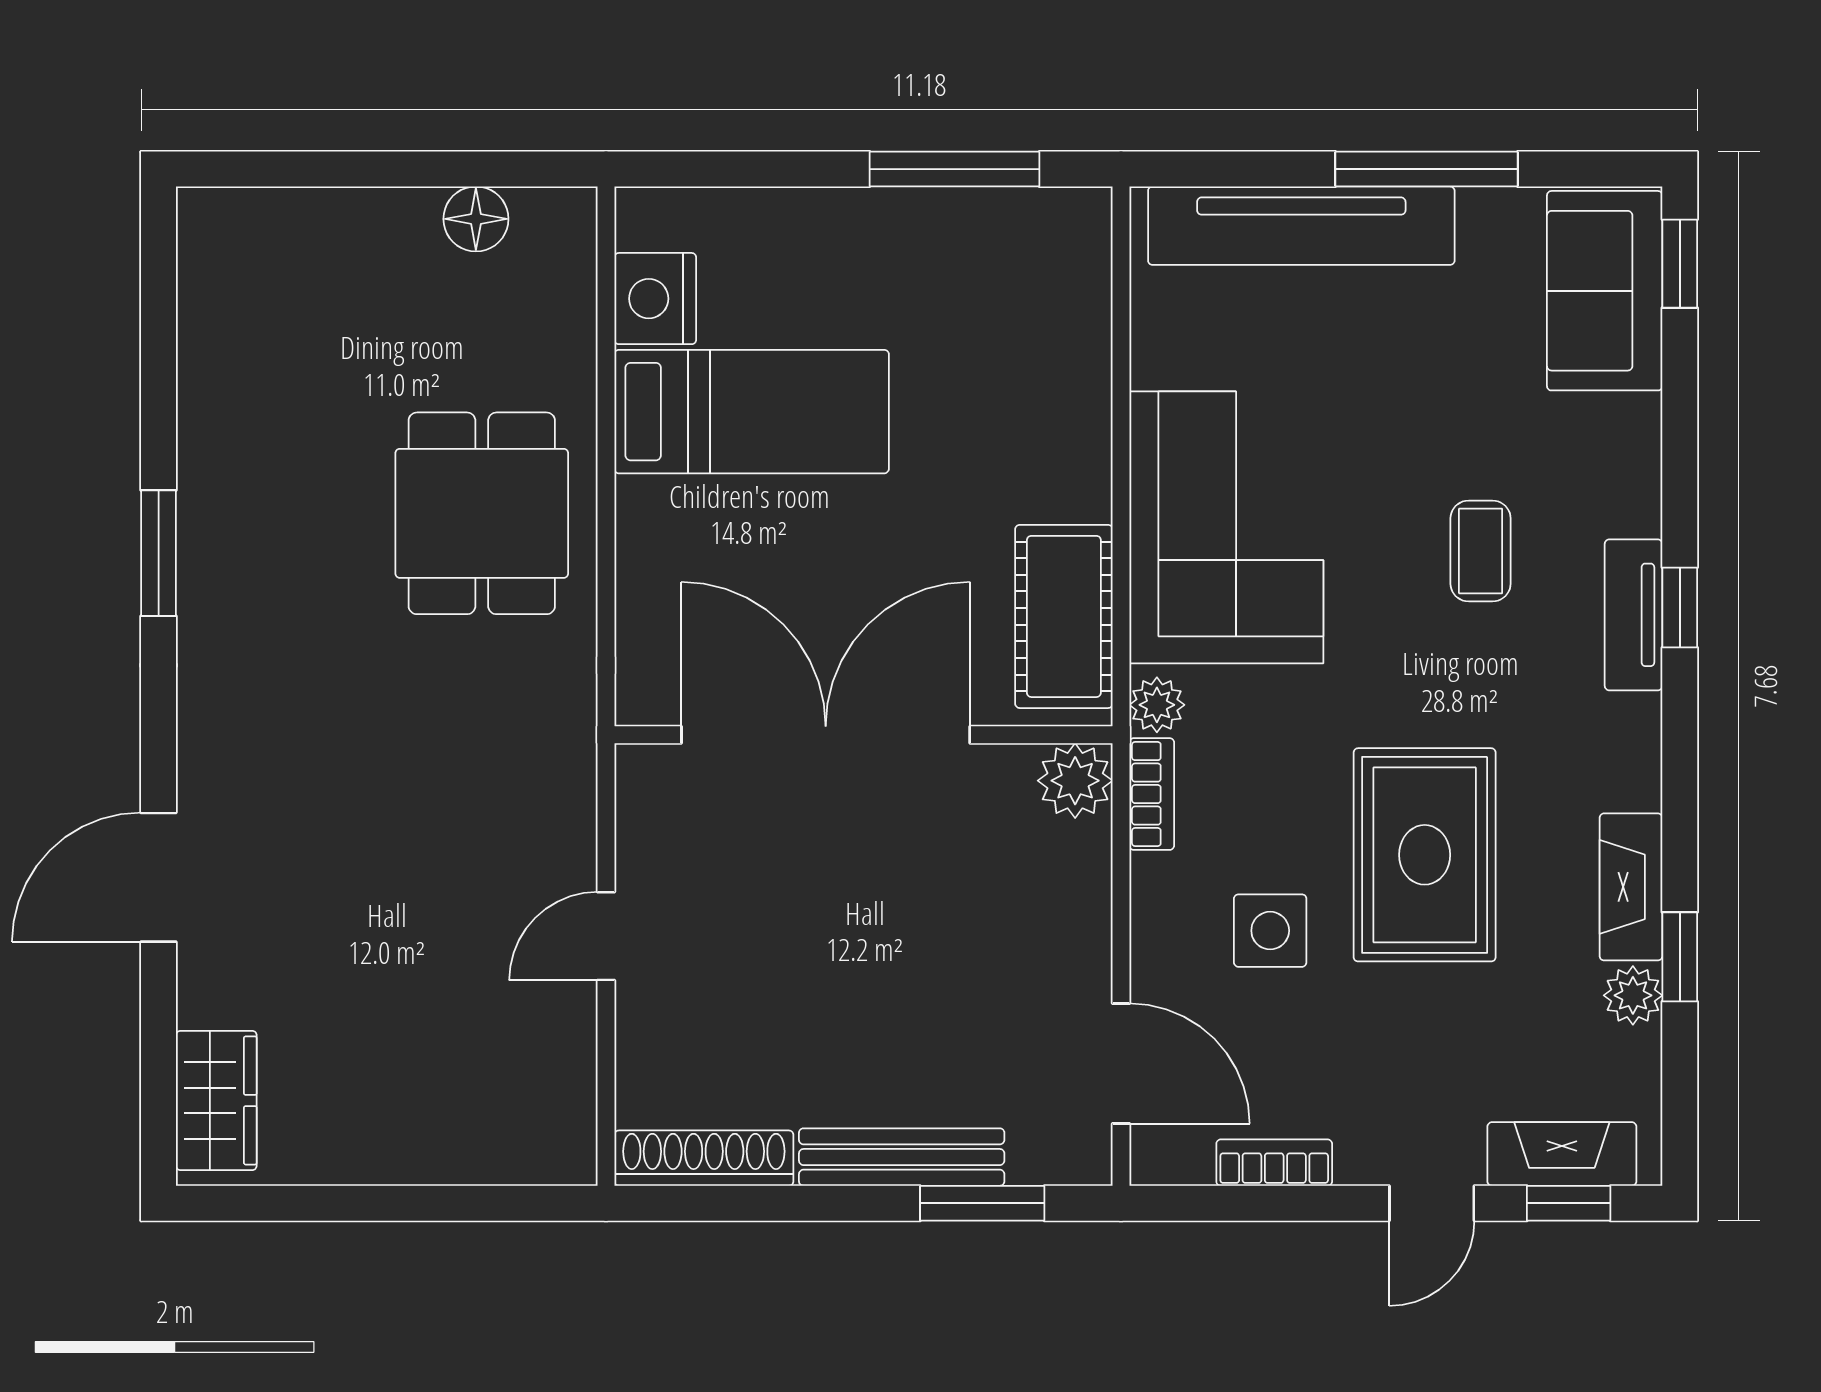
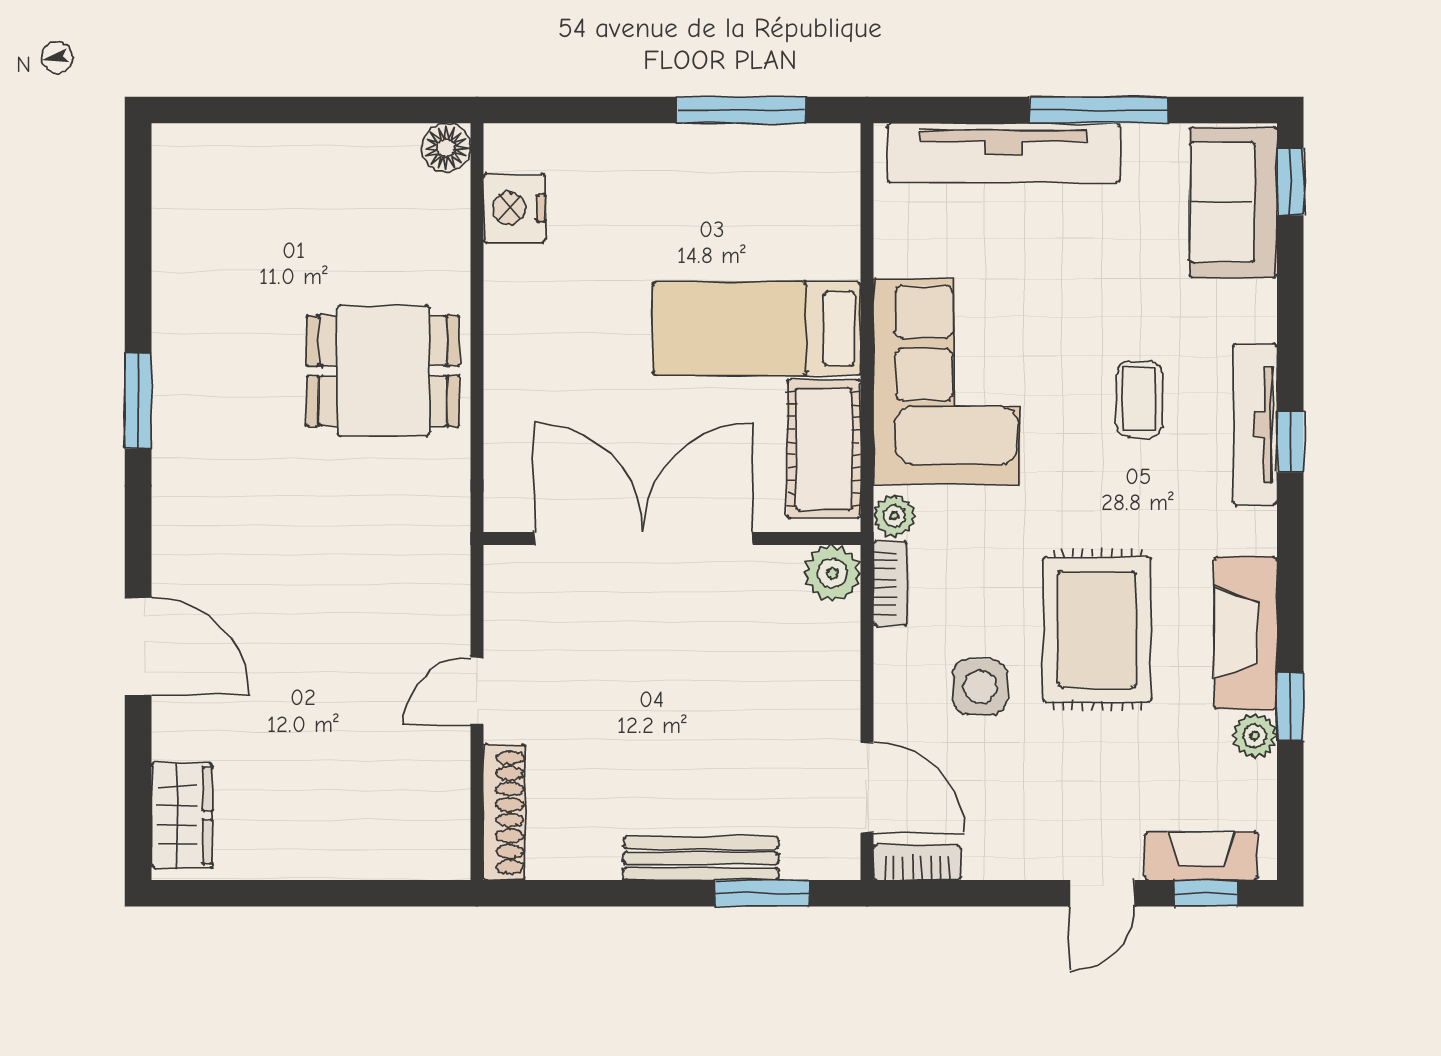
floor lamp: (476, 219) -> (446, 148), moved
bed: (752, 412) -> (757, 329), moved, turned 180
dining table: (482, 513) -> (383, 371), turned 90
tv unit: (1634, 615) -> (1255, 424), width x1.41
door: (159, 877) -> (138, 646), swing flipped
fireplace: (1631, 887) -> (1246, 633), width x1.37, depth x1.32
shoe rack: (704, 1158) -> (504, 812), moved, turned 90
bookcase: (1274, 1163) -> (917, 862), moved

